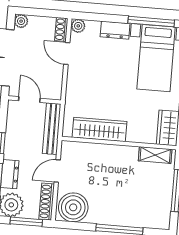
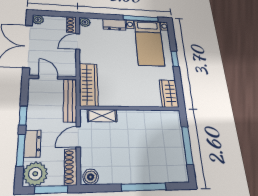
door: (67, 54) -> (78, 41), hinge flipped
wardrobe: (99, 129) -> (88, 85), moved, turned 90
shelving: (155, 155) -> (102, 116), moved
boiler: (73, 207) -> (91, 177), width x0.54, depth x0.54

